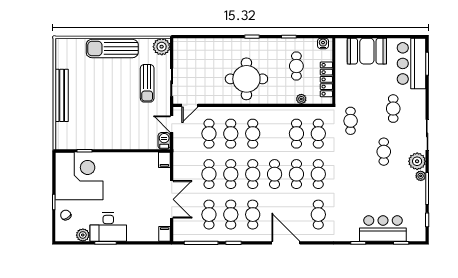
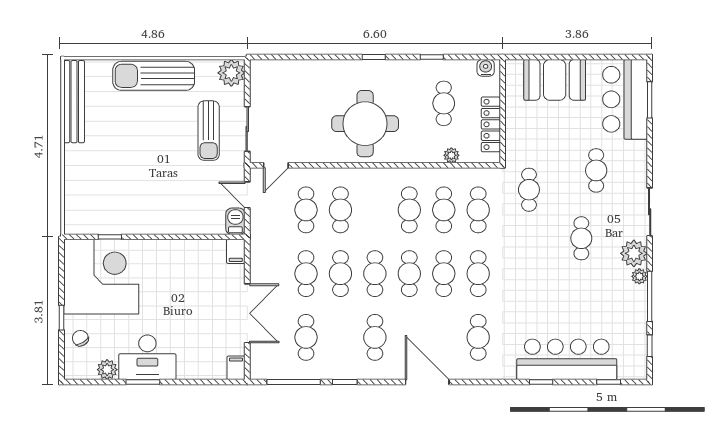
bench: (62, 95) -> (74, 102), moved
cafe table: (253, 134) -> (409, 210), moved
cafe table: (231, 215) -> (340, 337), removed
bar counter: (383, 228) -> (567, 359), width x1.36

